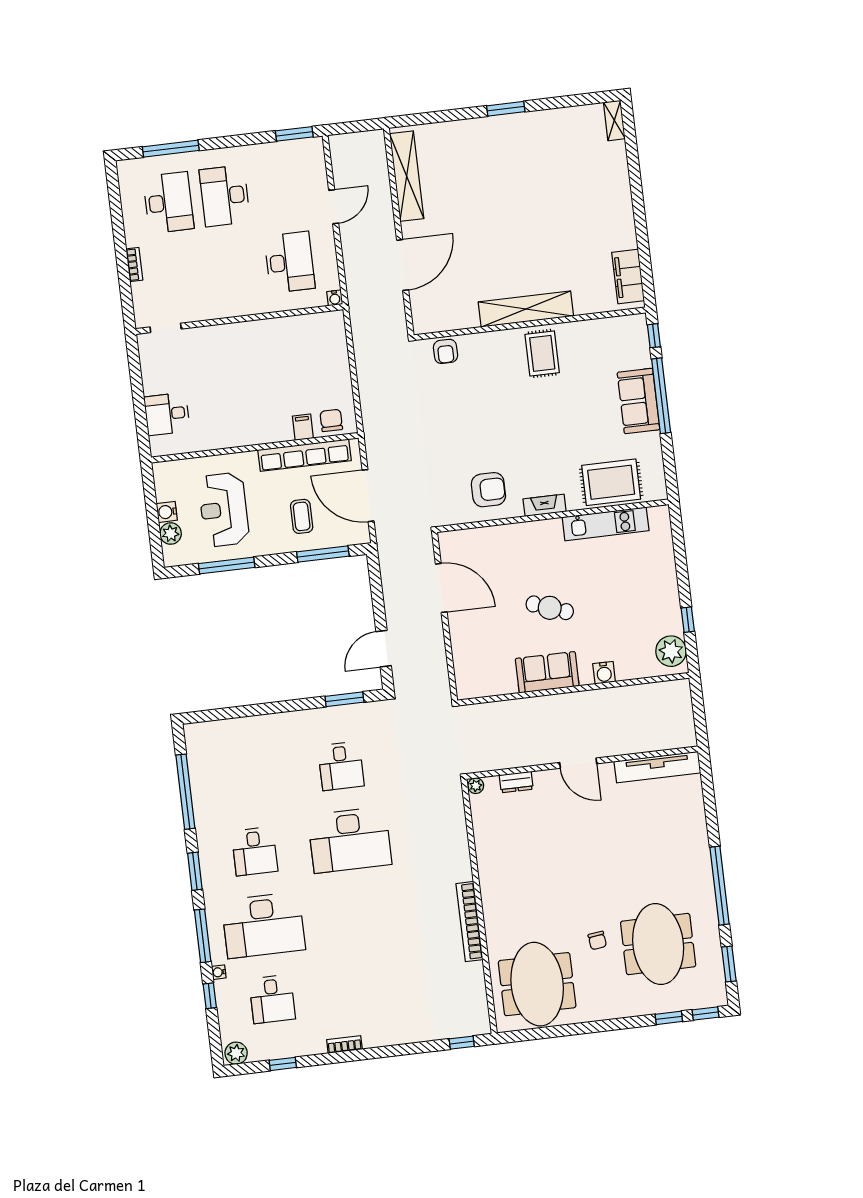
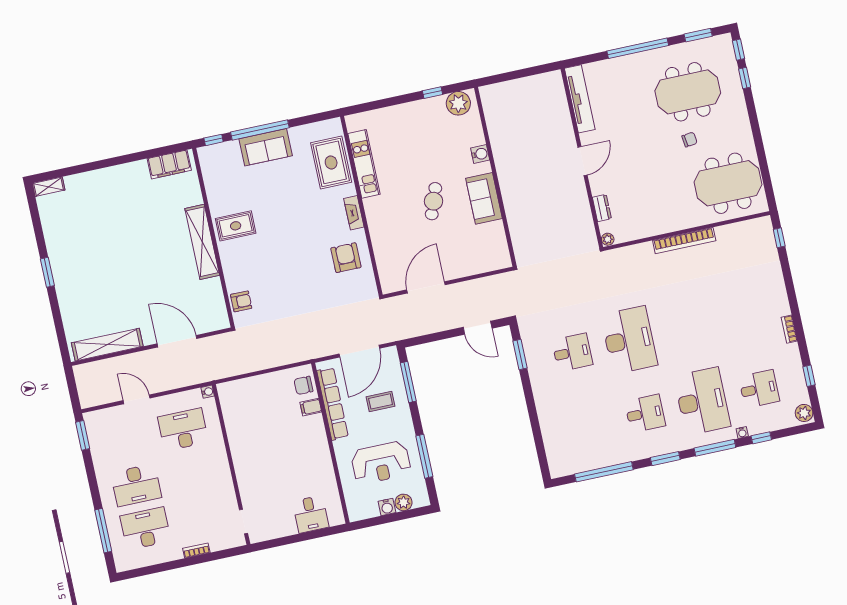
door: (578, 763) -> (582, 161), moved
wall: (582, 763) -> (582, 158), moved
tv unit: (657, 767) -> (580, 99), moved
dresser: (516, 782) -> (602, 208), moved
plant: (476, 786) -> (608, 239), moved

